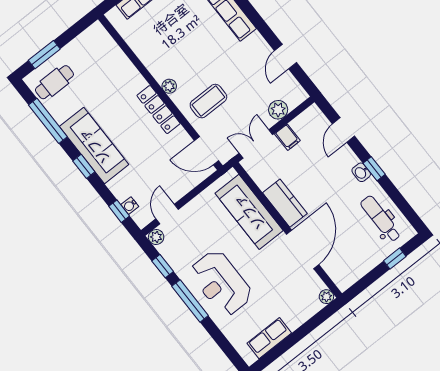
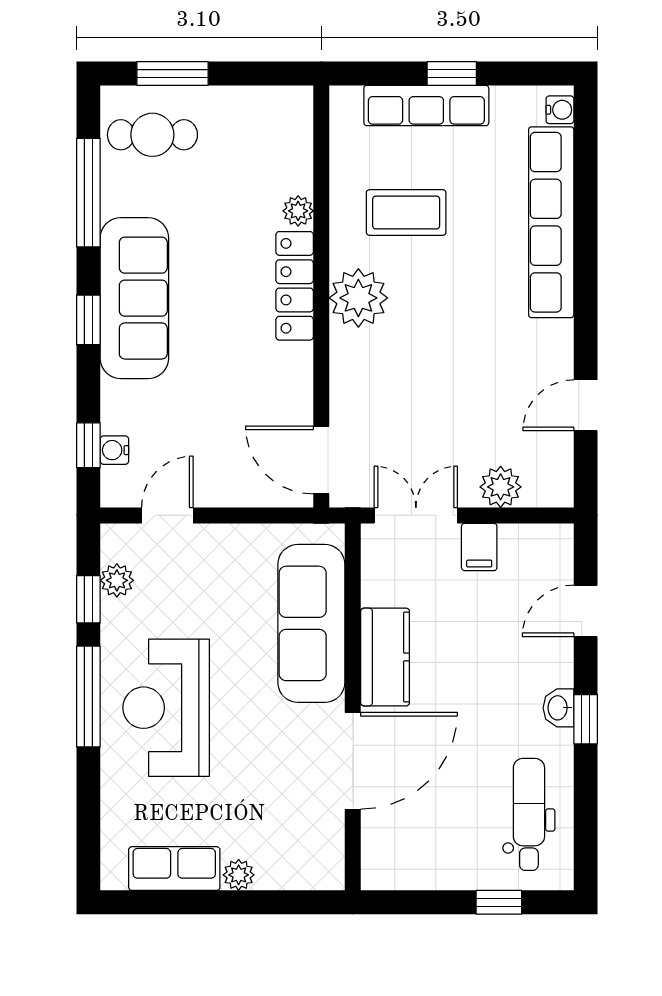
plant: (128, 68) -> (298, 211), added
plant: (169, 86) -> (358, 298), width x1.87, depth x1.87
coffee table: (208, 101) -> (406, 213), moved
locker: (159, 110) -> (295, 286), moved
plant: (156, 237) -> (117, 580), moved
plant: (326, 297) -> (239, 875), moved

